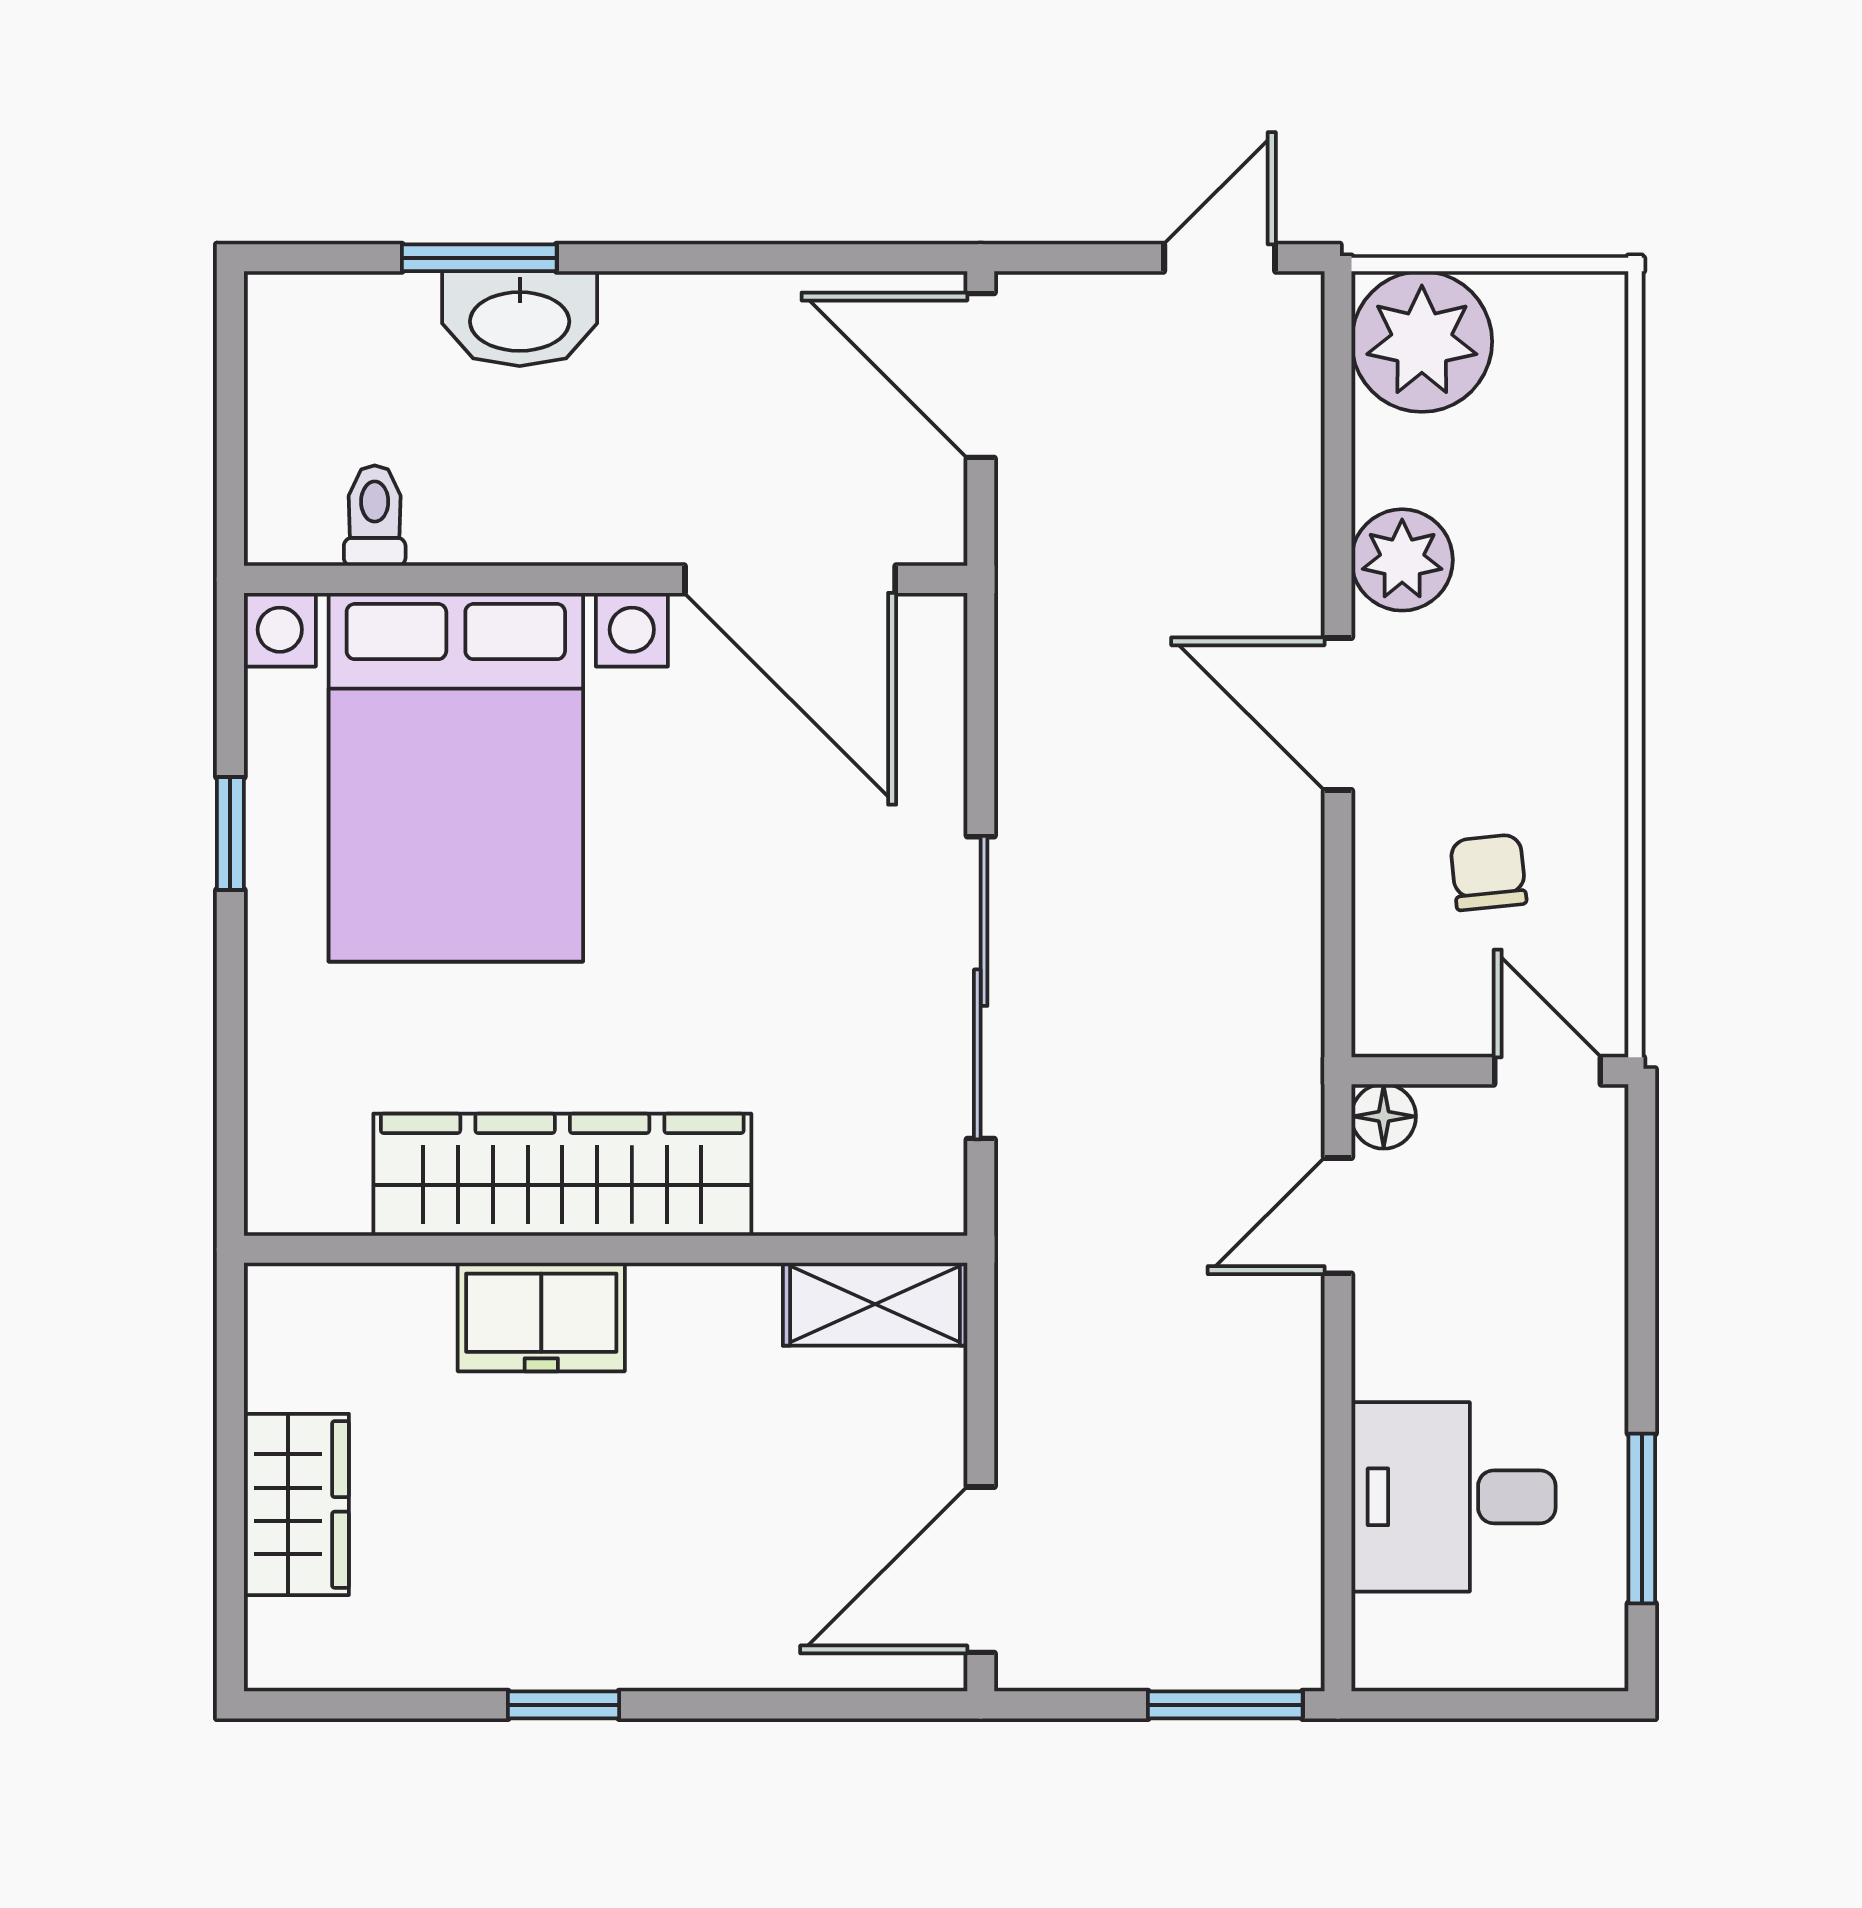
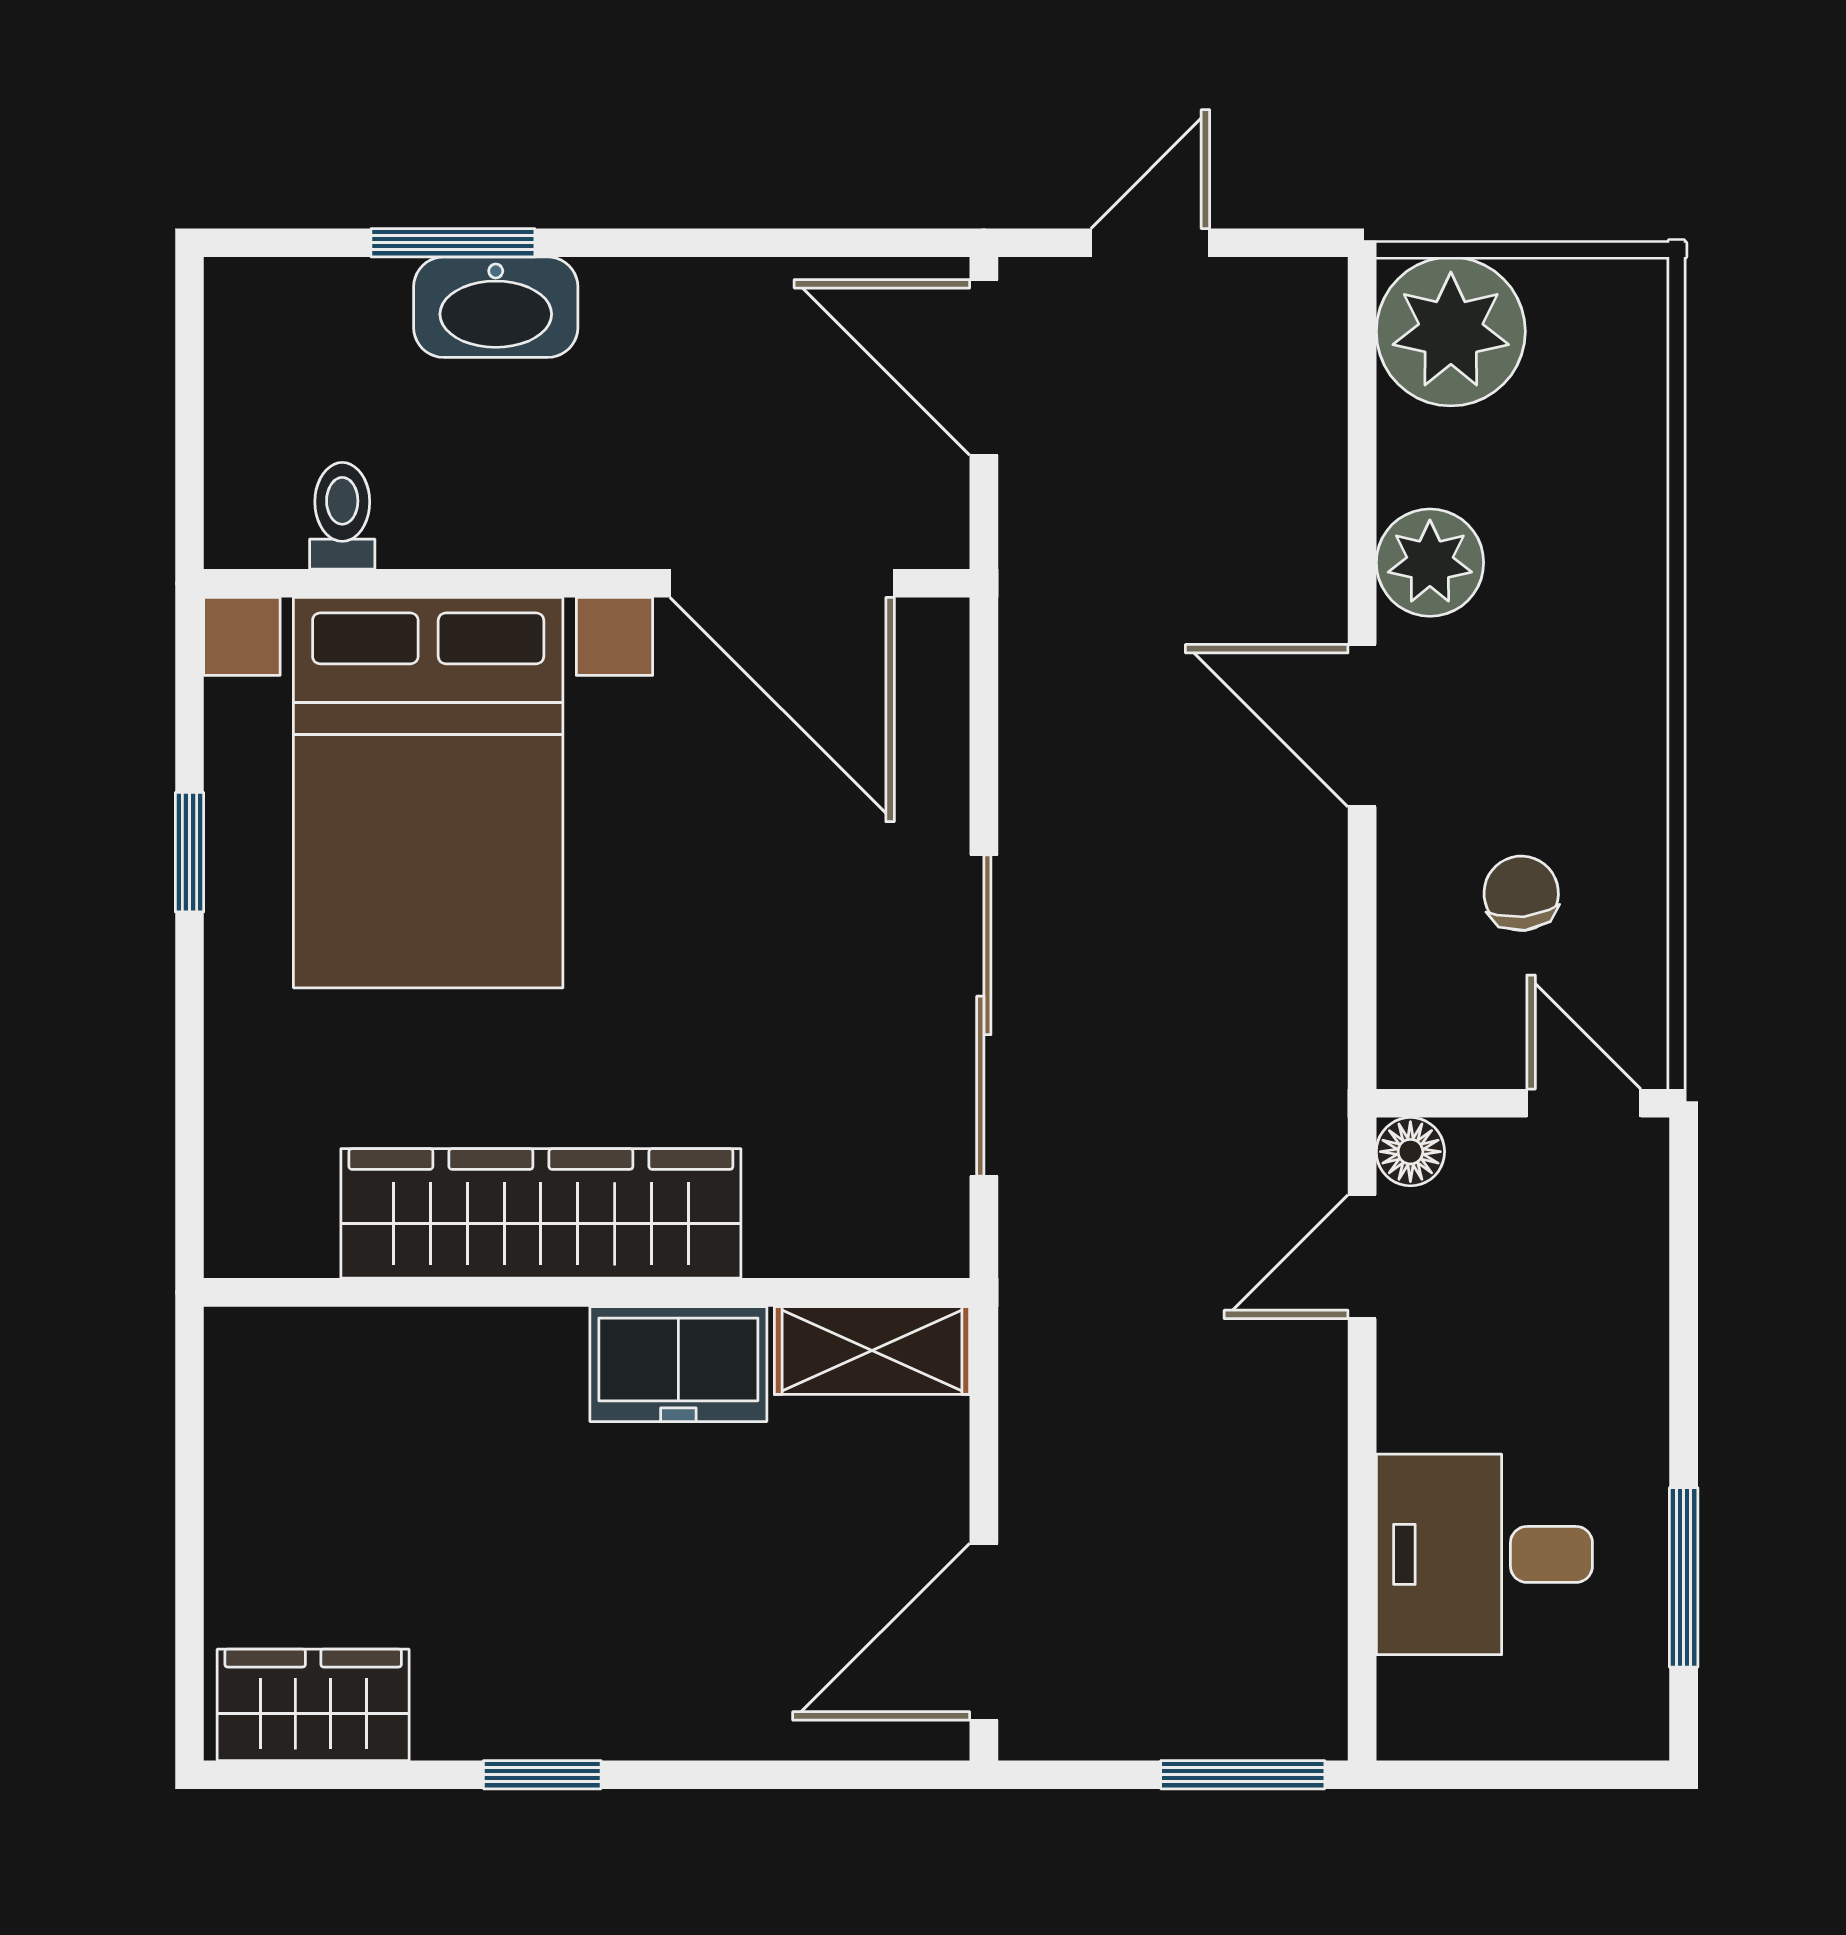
door: (1220, 258) -> (1150, 243), moved
freezer: (541, 1317) -> (678, 1364), moved
wardrobe: (296, 1504) -> (313, 1705), moved, turned -90

